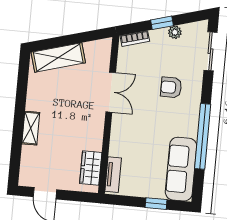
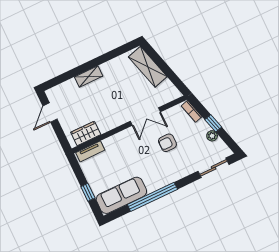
armchair: (171, 87) -> (167, 143), moved, turned -90

